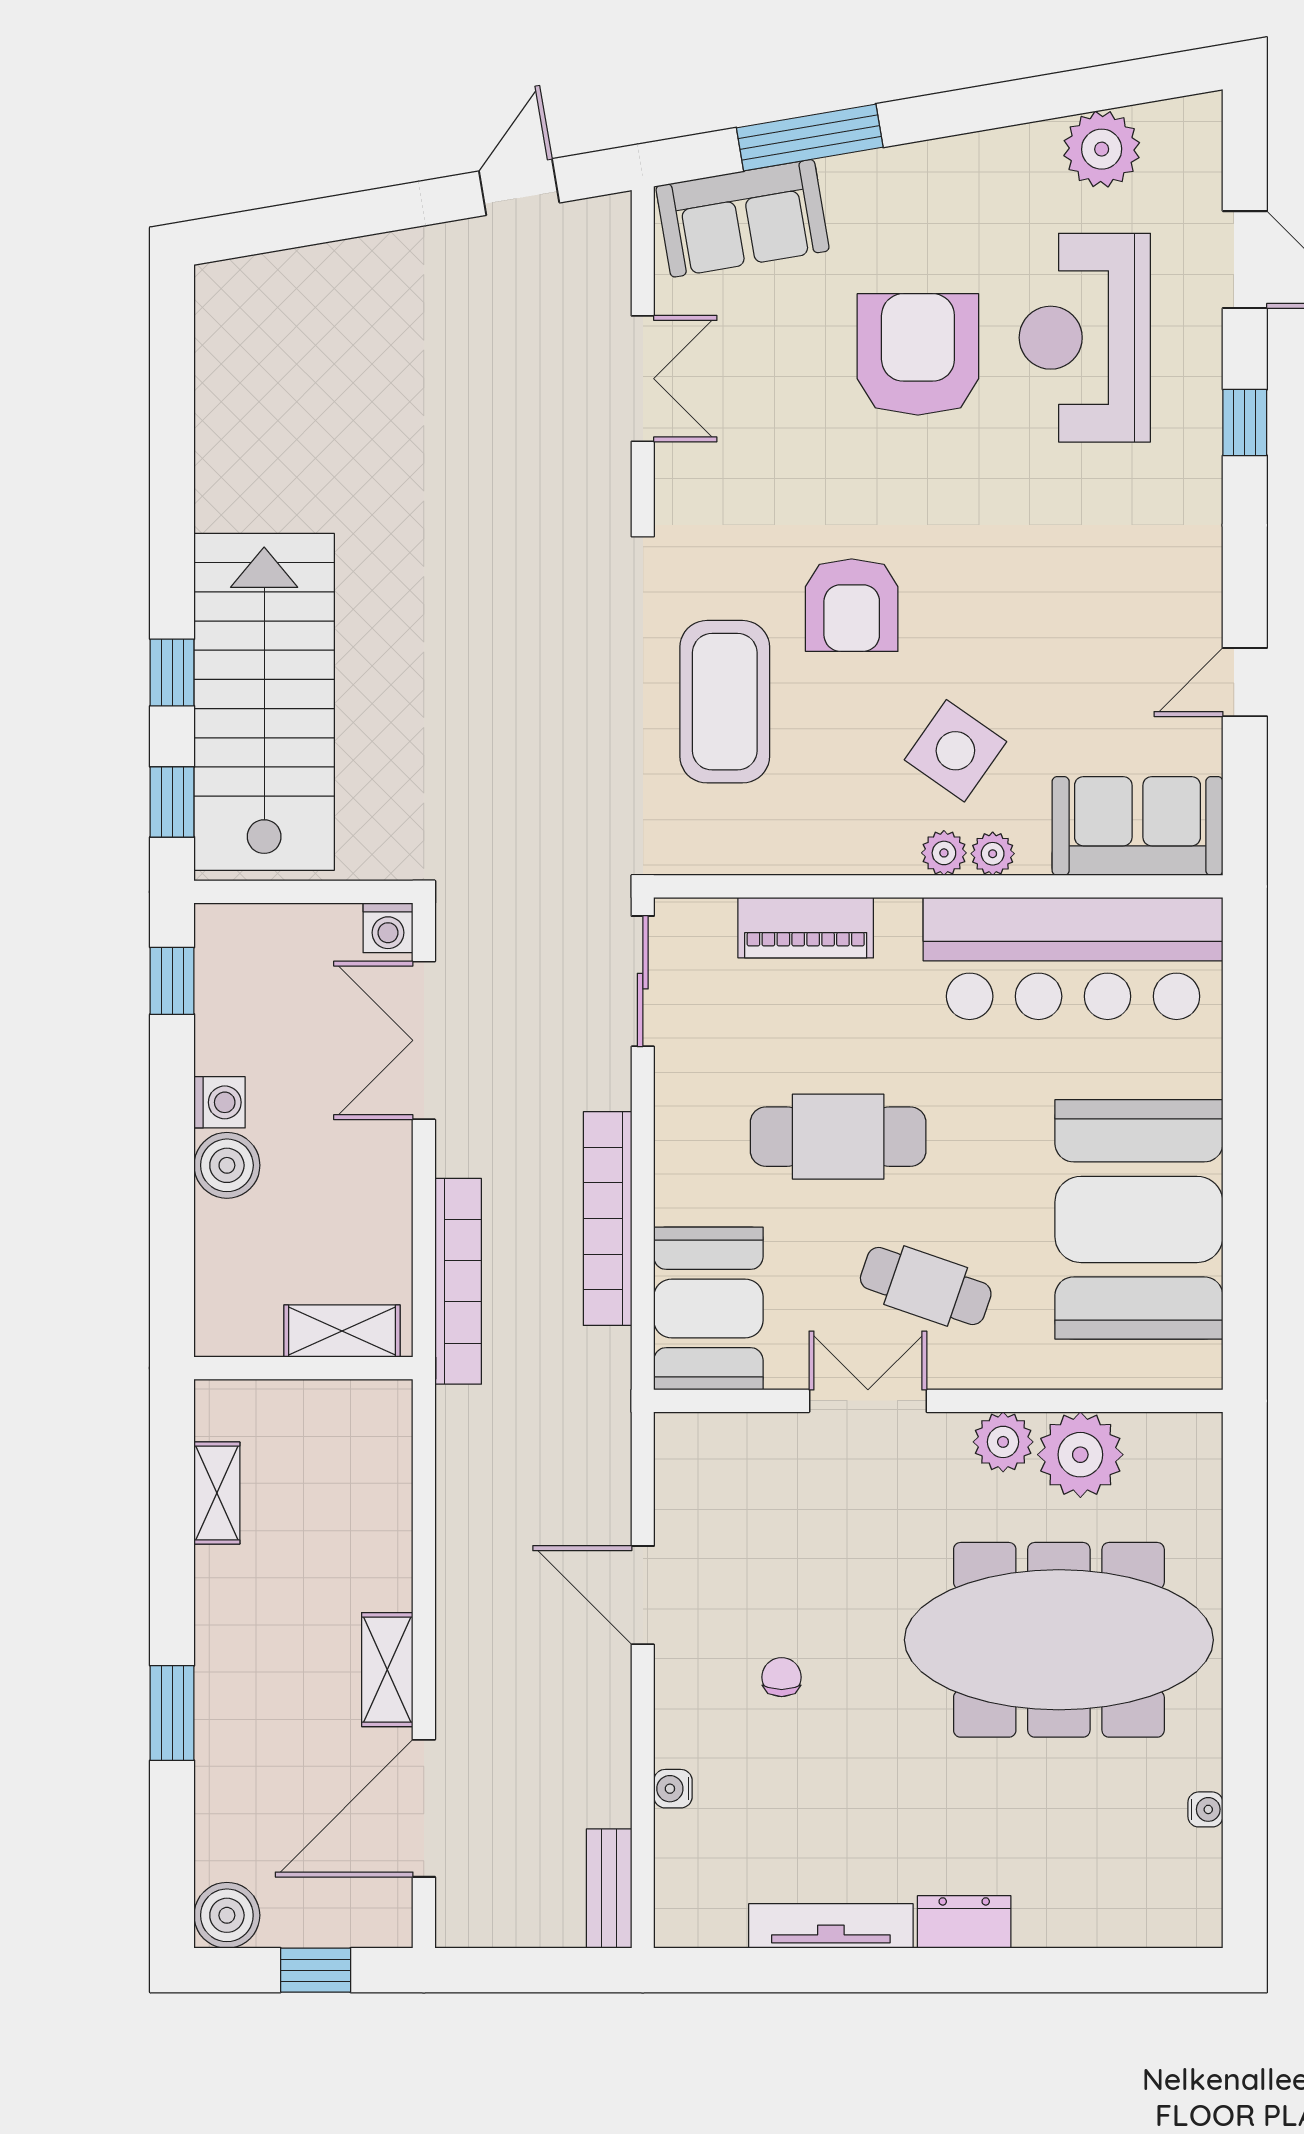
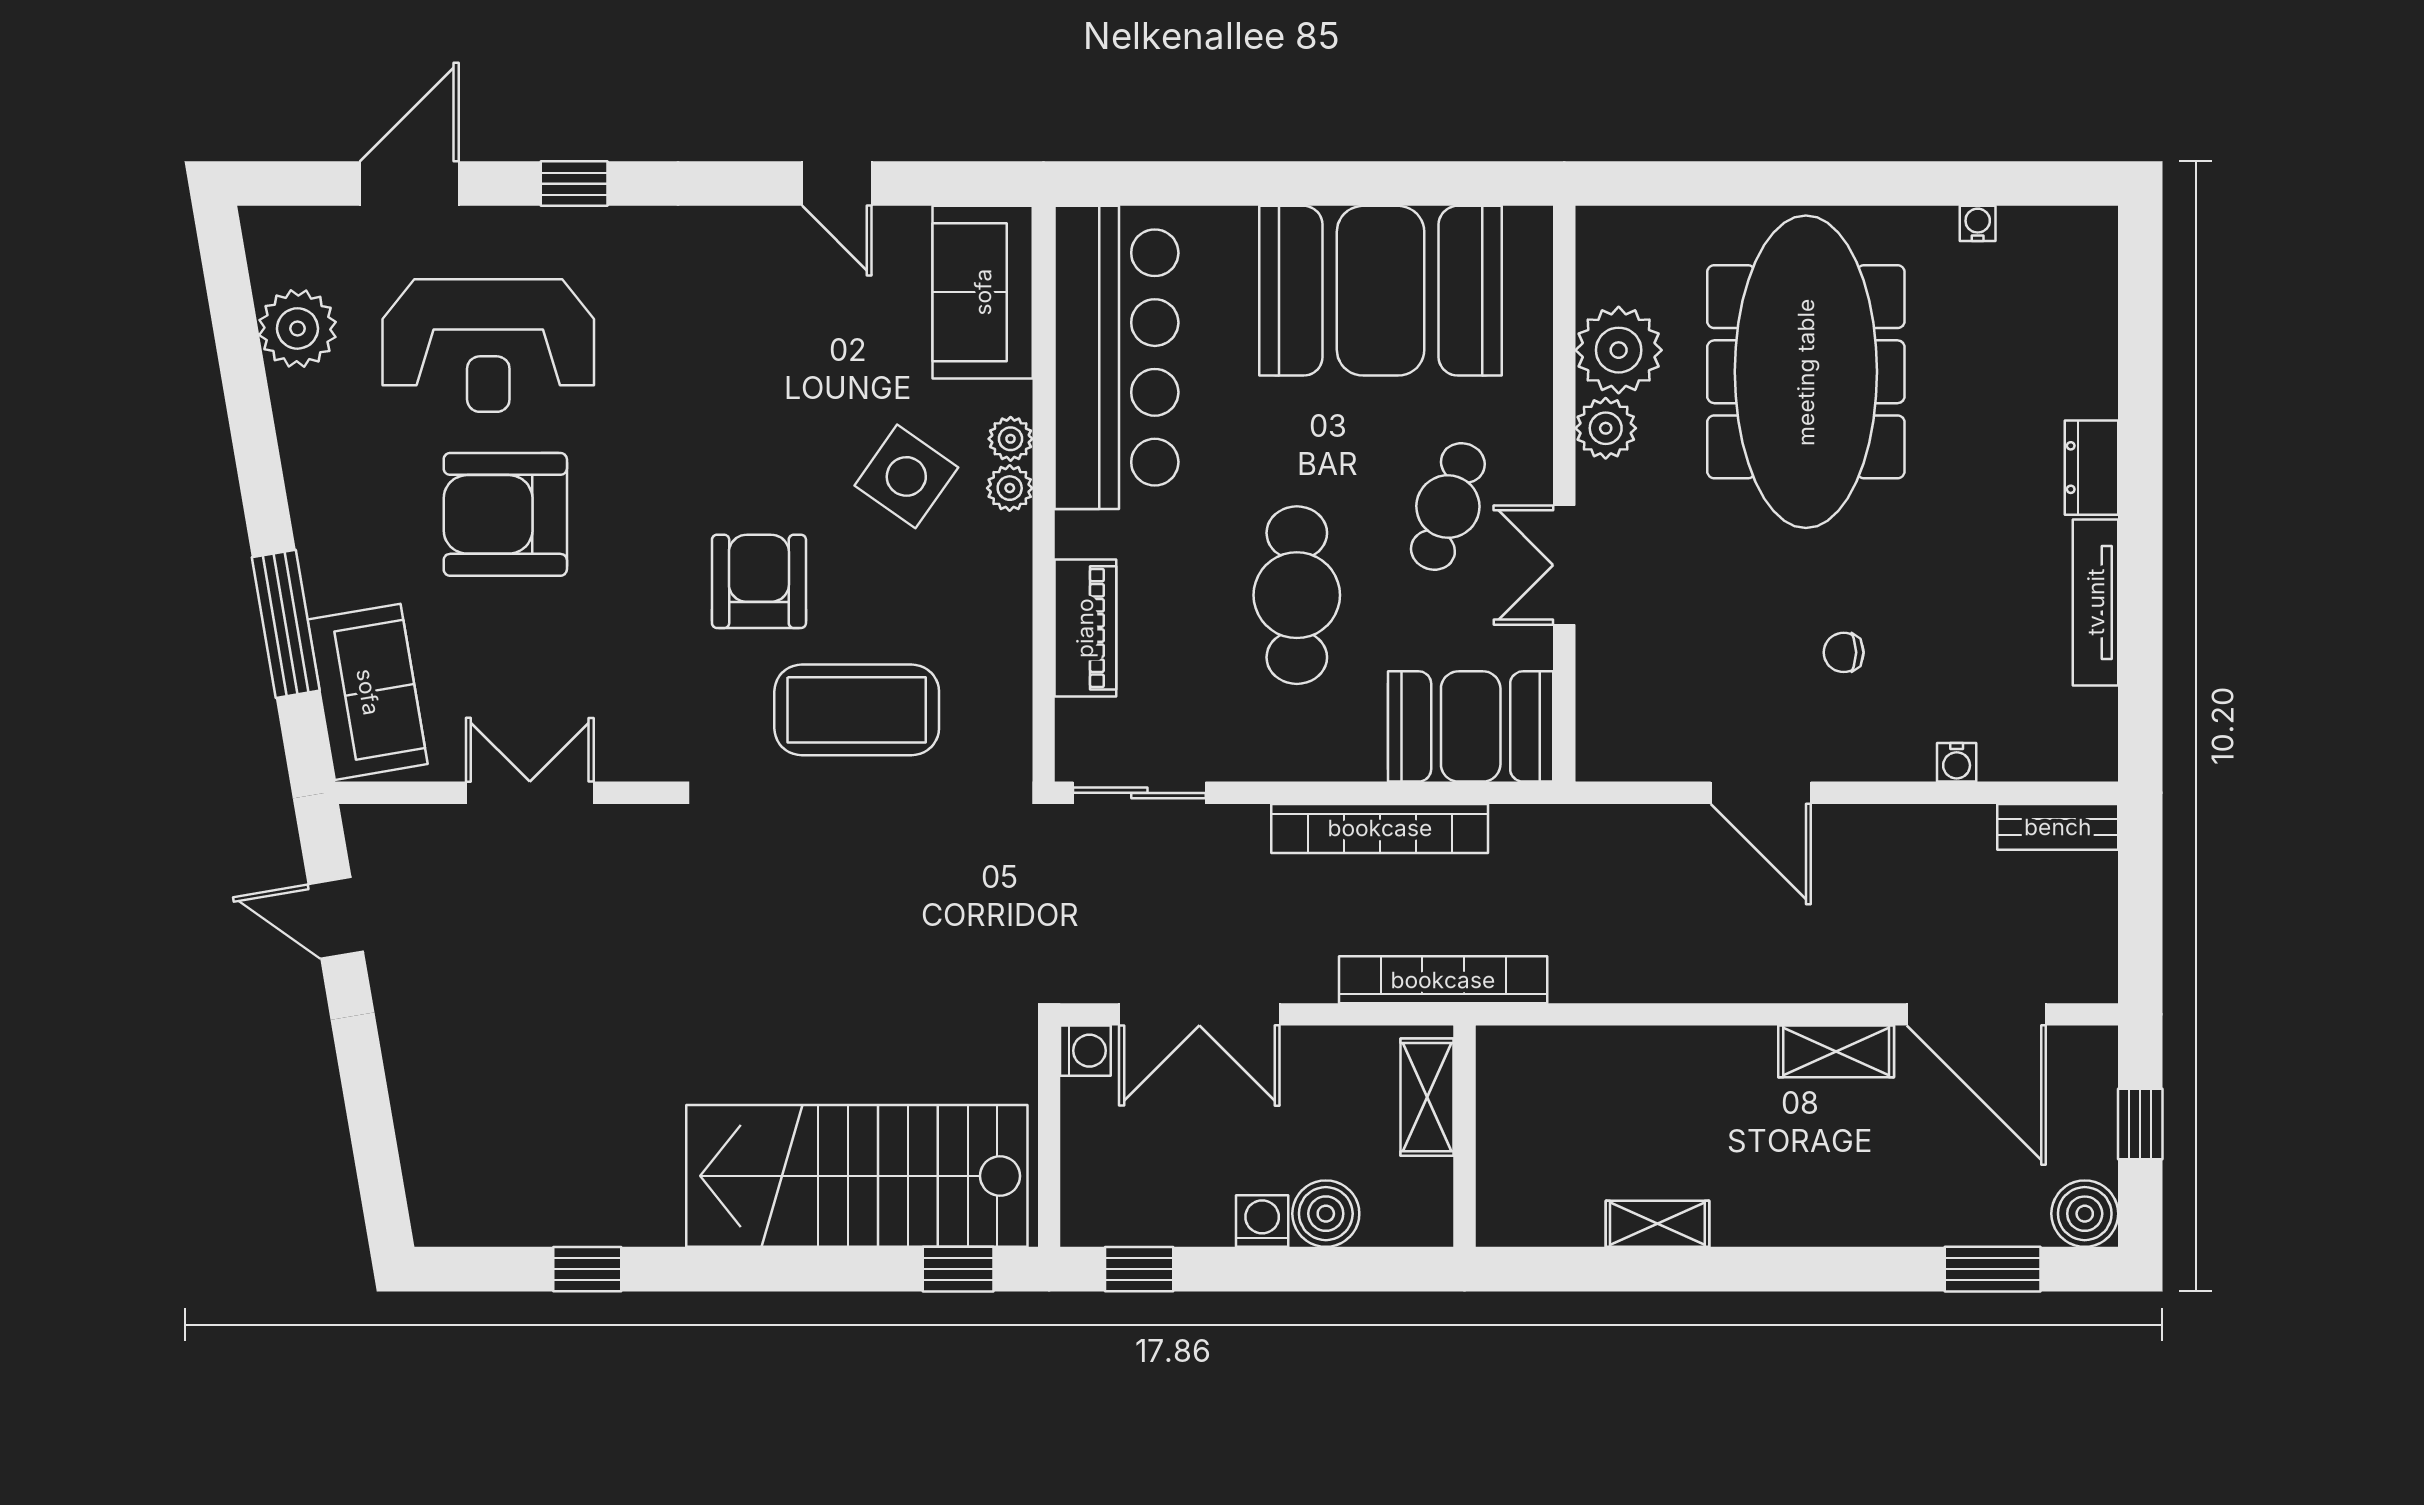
armchair: (852, 605) -> (759, 581), turned -90
window: (172, 672) -> (587, 1269), moved
shelving: (342, 1331) -> (1427, 1097), moved
wall: (303, 1368) -> (1465, 1136), moved
door: (643, 1595) -> (1761, 793), hinge flipped
window: (172, 1713) -> (1993, 1269), moved

